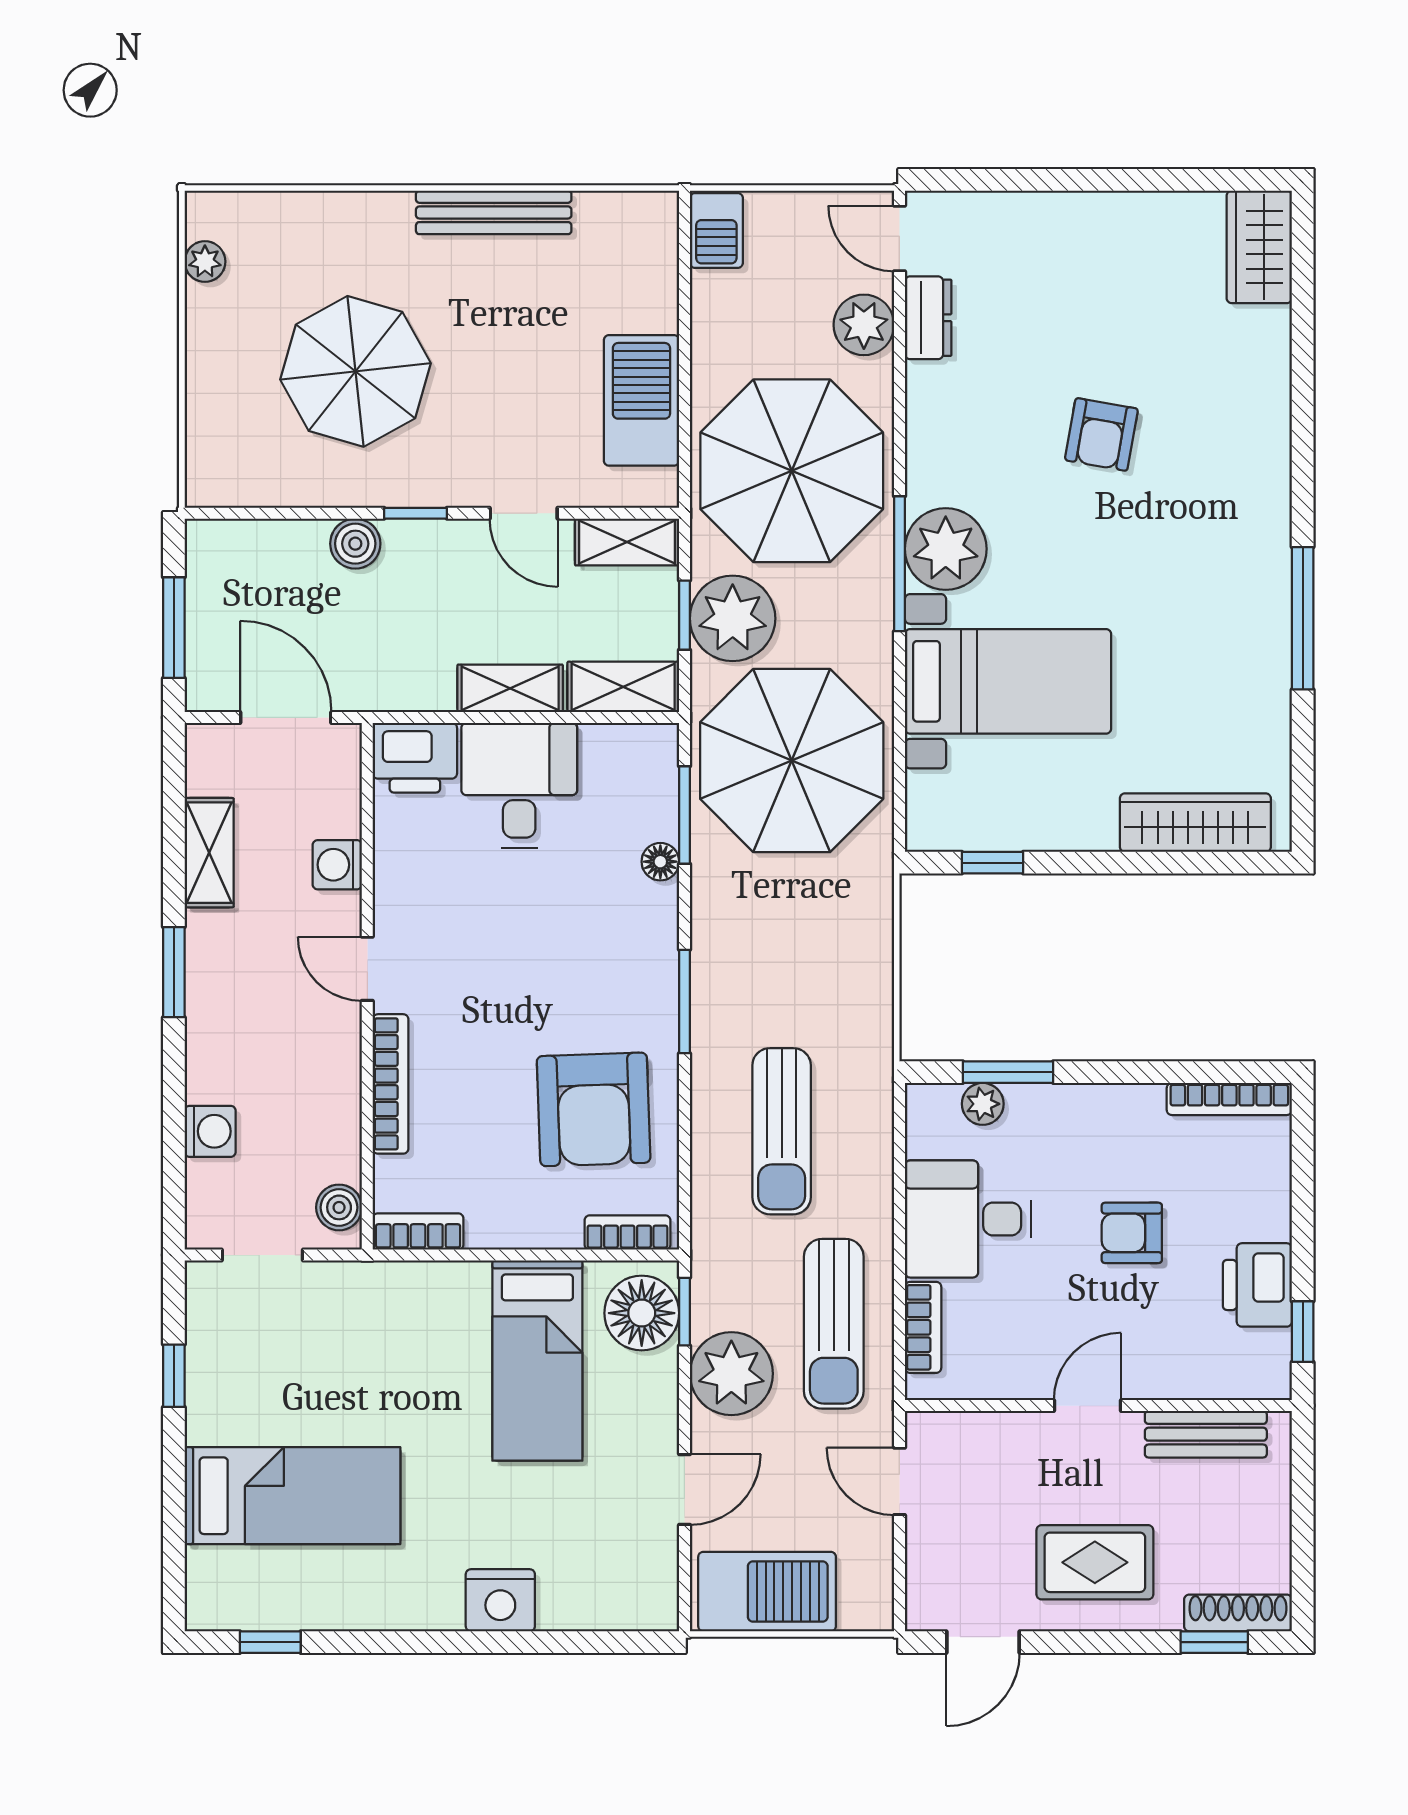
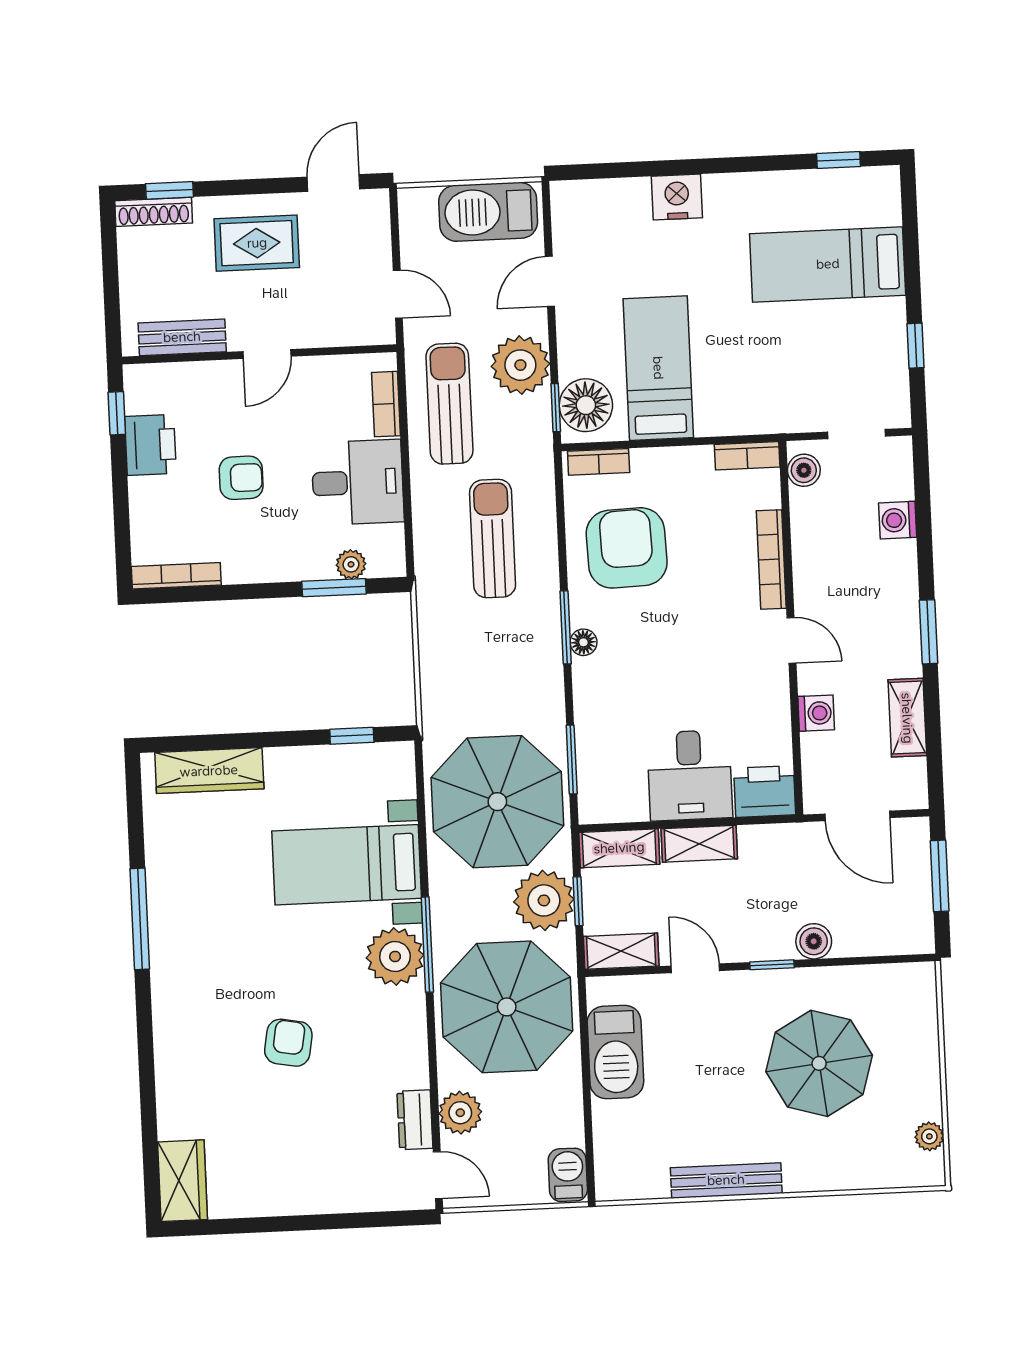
floor lamp: (660, 862) -> (583, 642), moved

